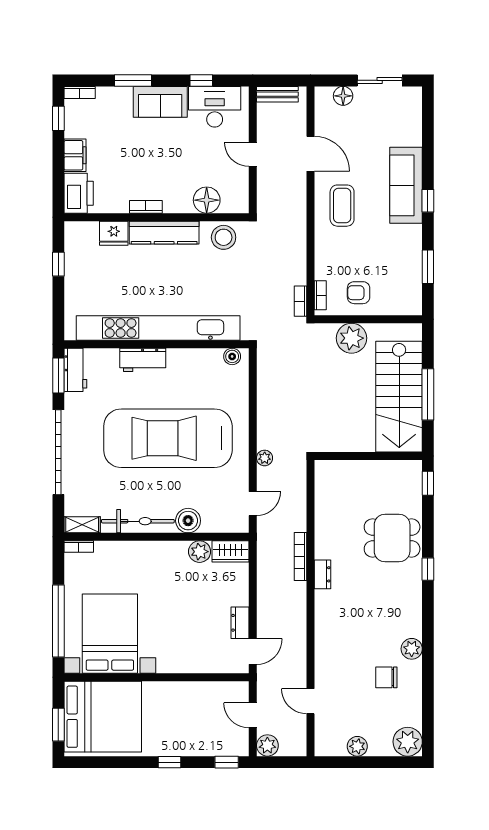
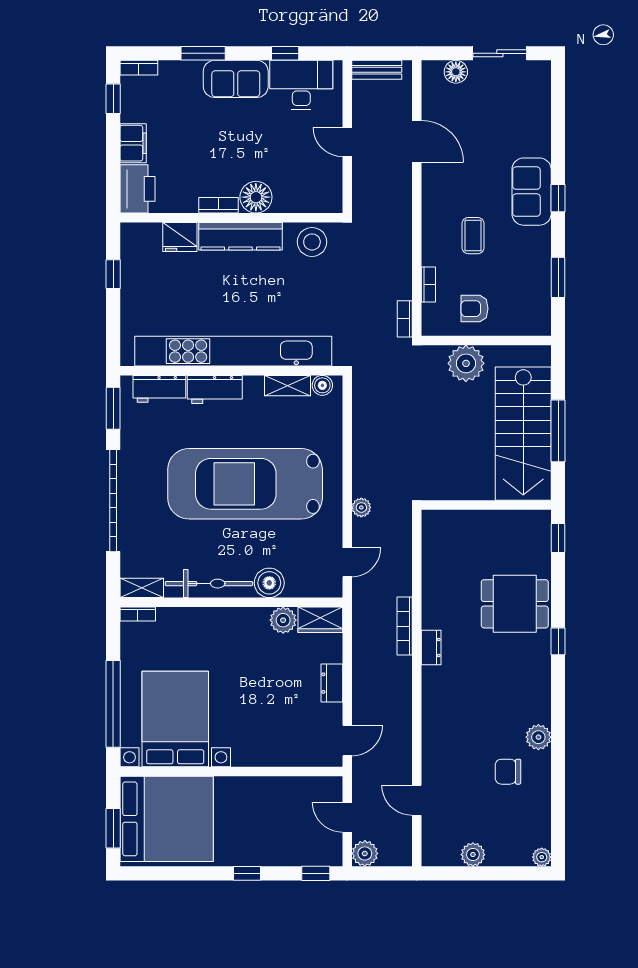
sofa: (406, 185) -> (532, 192), width x0.73
floor lamp: (207, 200) -> (256, 197), moved
coffee table: (342, 206) -> (473, 236), moved, width x0.73, depth x0.77
bookcase: (320, 295) -> (428, 284), moved
shelving: (203, 357) -> (288, 386), added
workbench: (75, 370) -> (159, 389), moved, turned 90
dresser: (240, 623) -> (332, 683), moved
plant: (408, 742) -> (542, 857), width x0.53, depth x0.53

